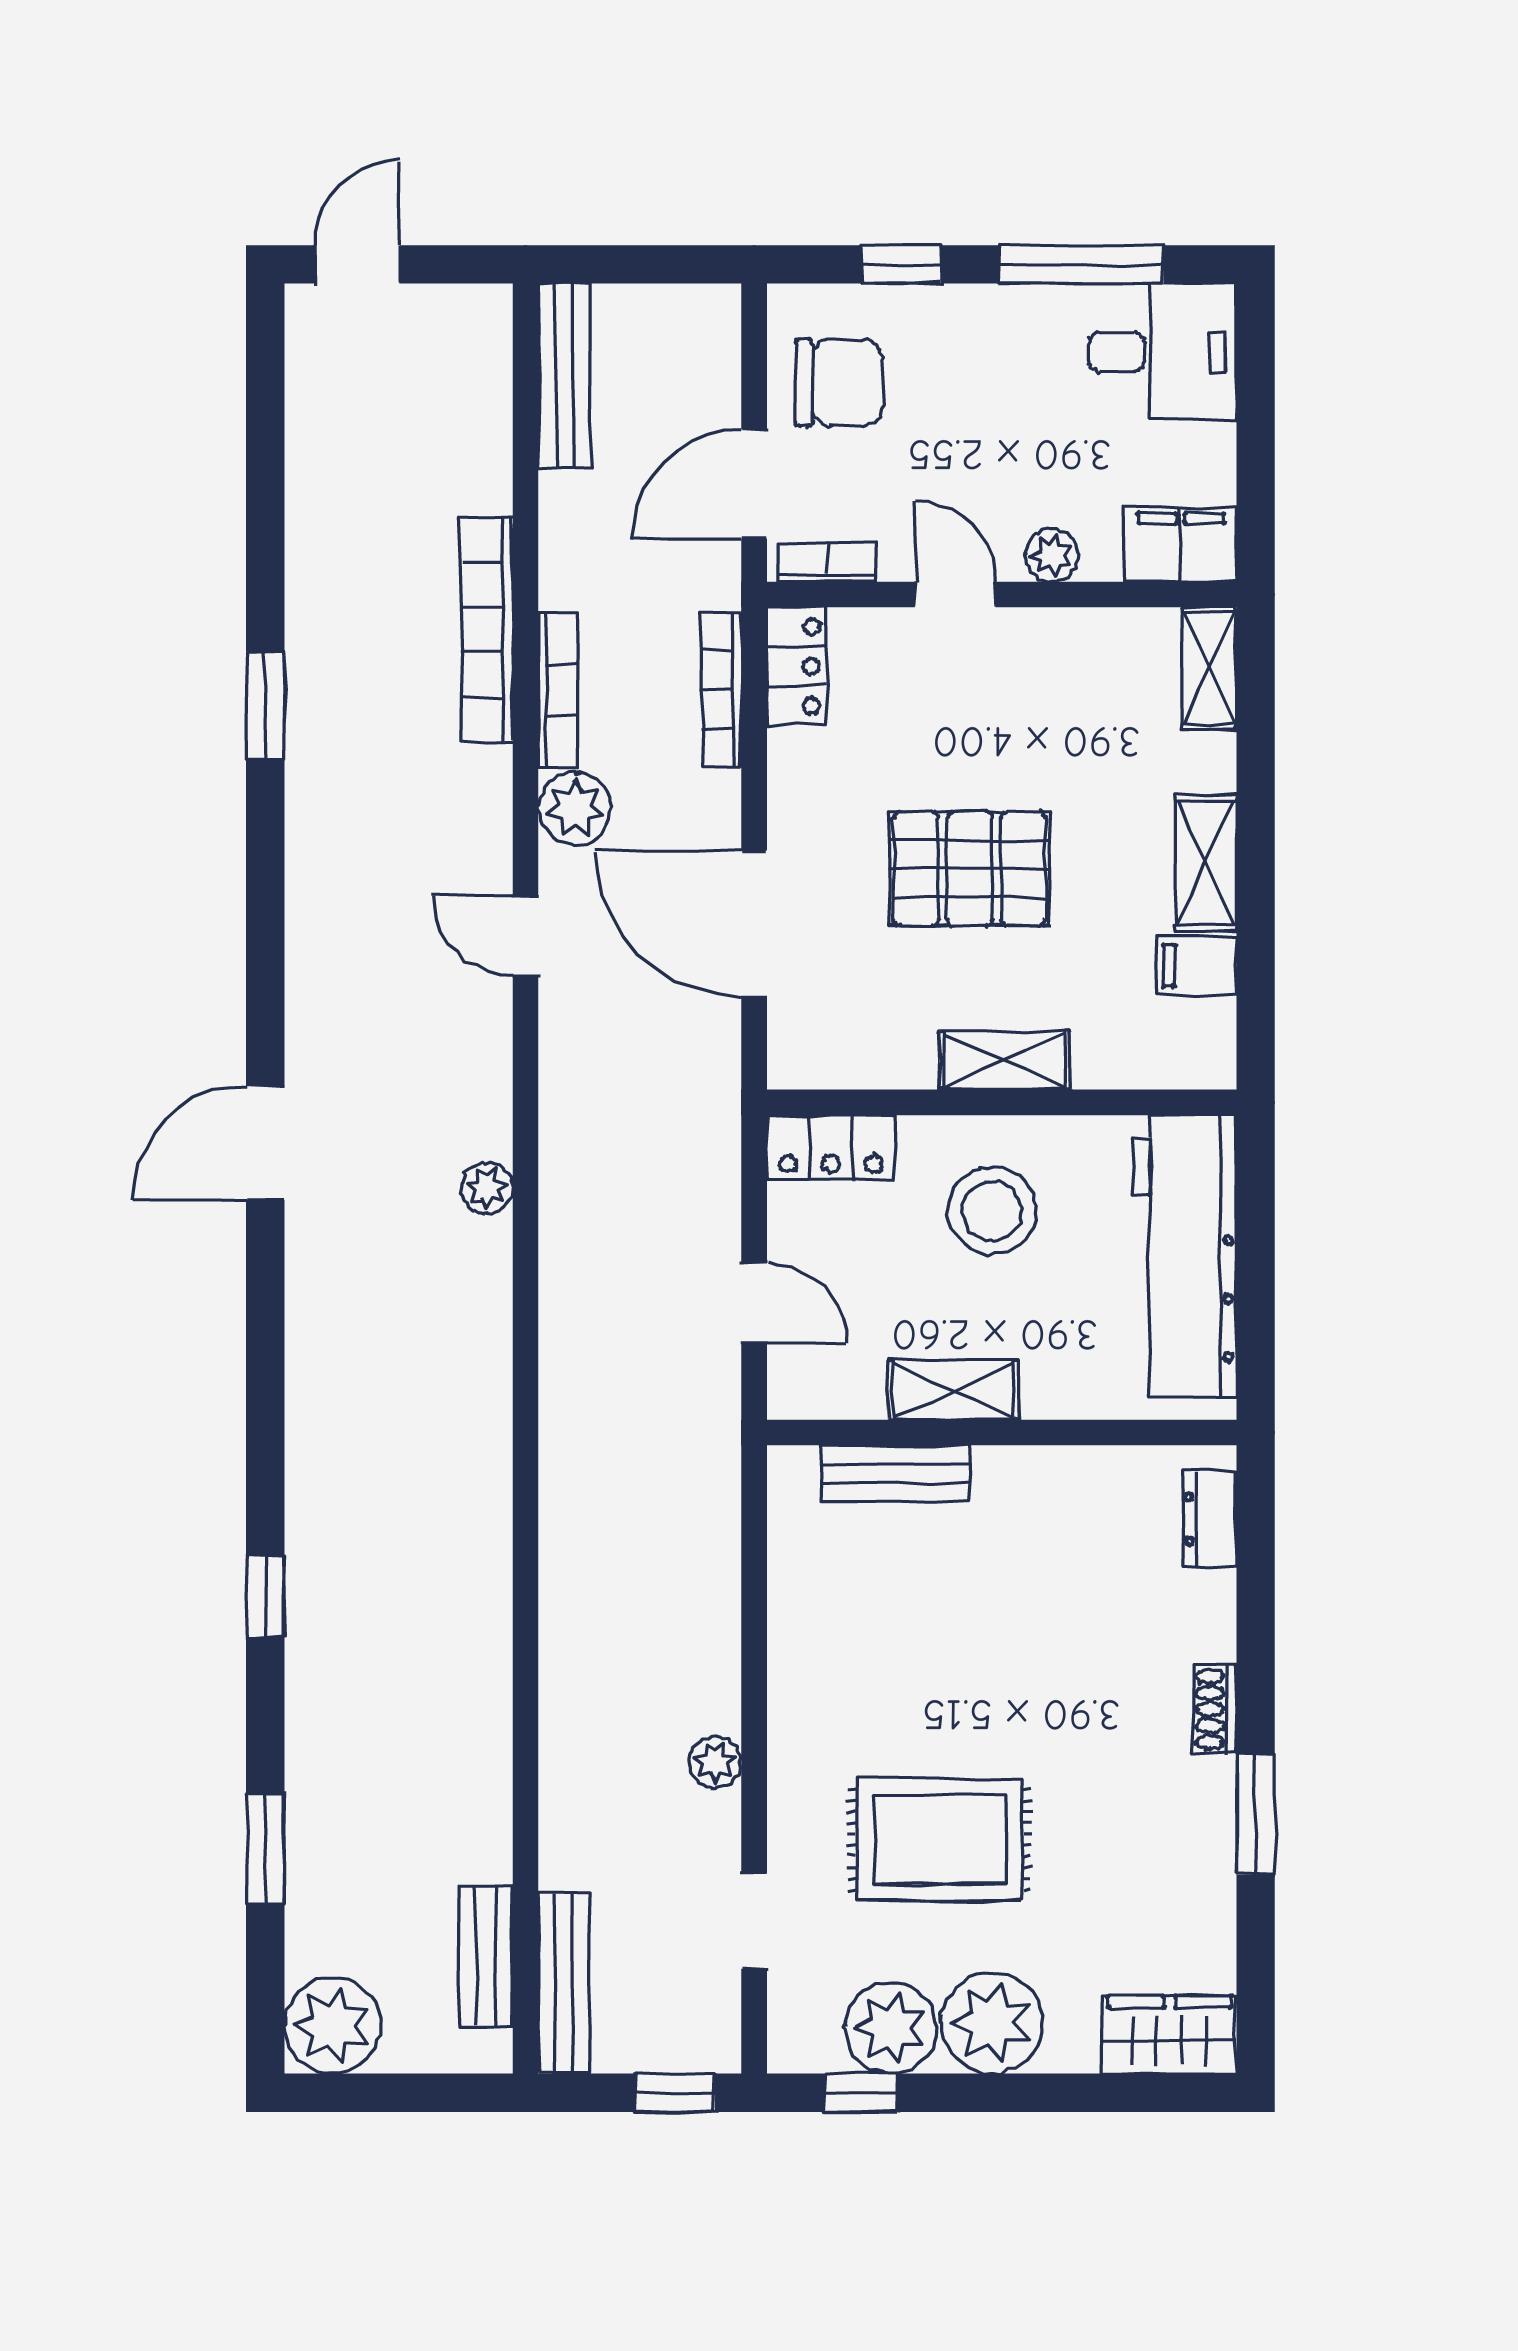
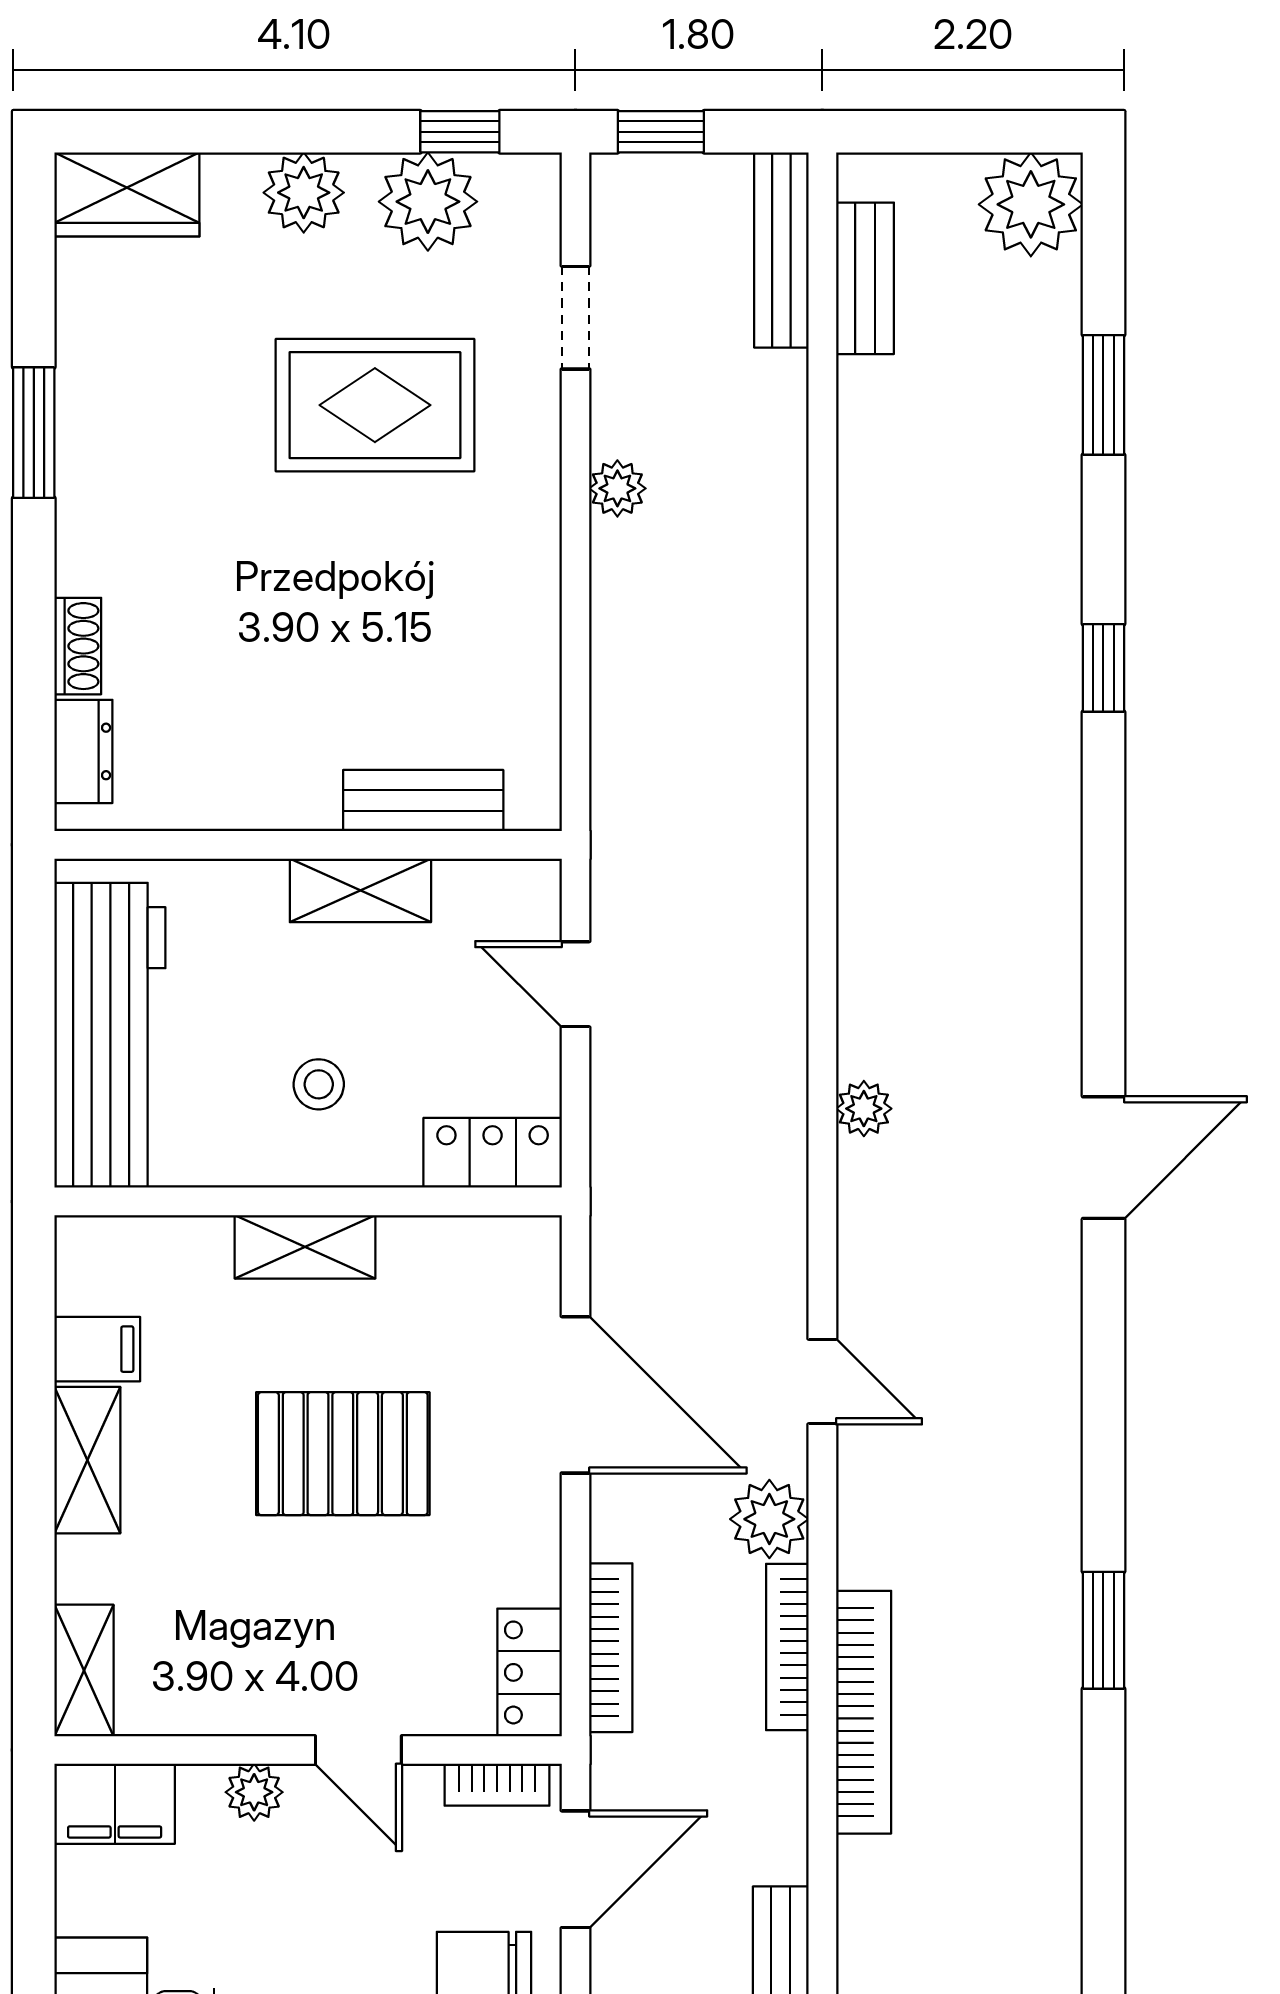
stool: (992, 1211) -> (319, 1084), width x0.53, depth x0.53
shoe rack: (1215, 1709) -> (78, 646), moved
plant: (992, 2023) -> (304, 193), width x0.73, depth x0.73

